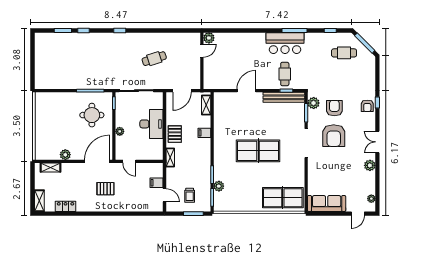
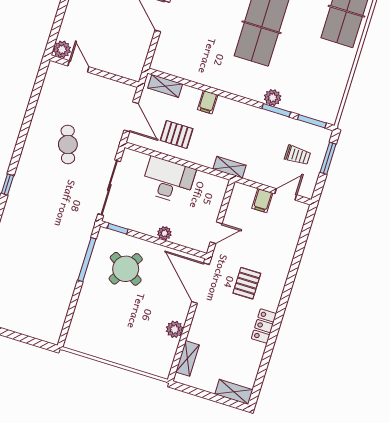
round table: (92, 115) -> (126, 269), turned 31
pallet: (175, 134) -> (177, 135), moved
plant: (219, 186) -> (273, 98), moved
locker: (66, 206) -> (264, 326), moved

